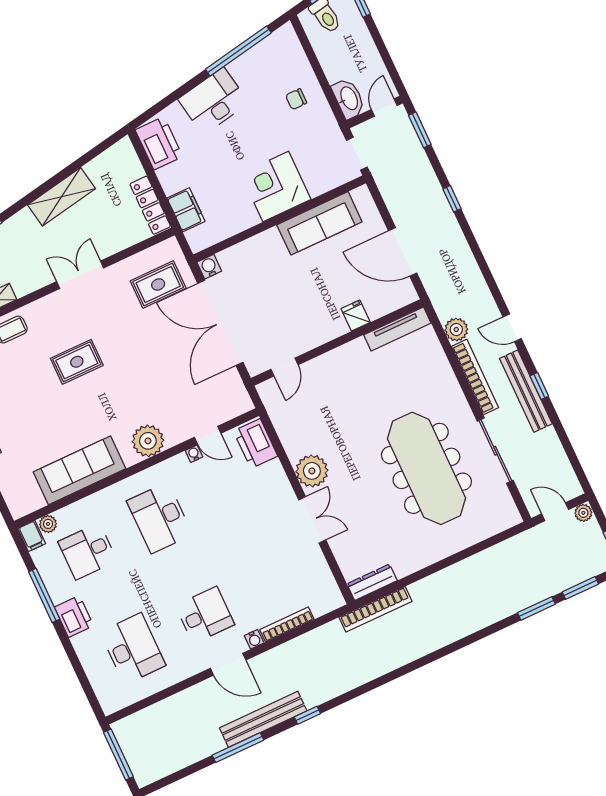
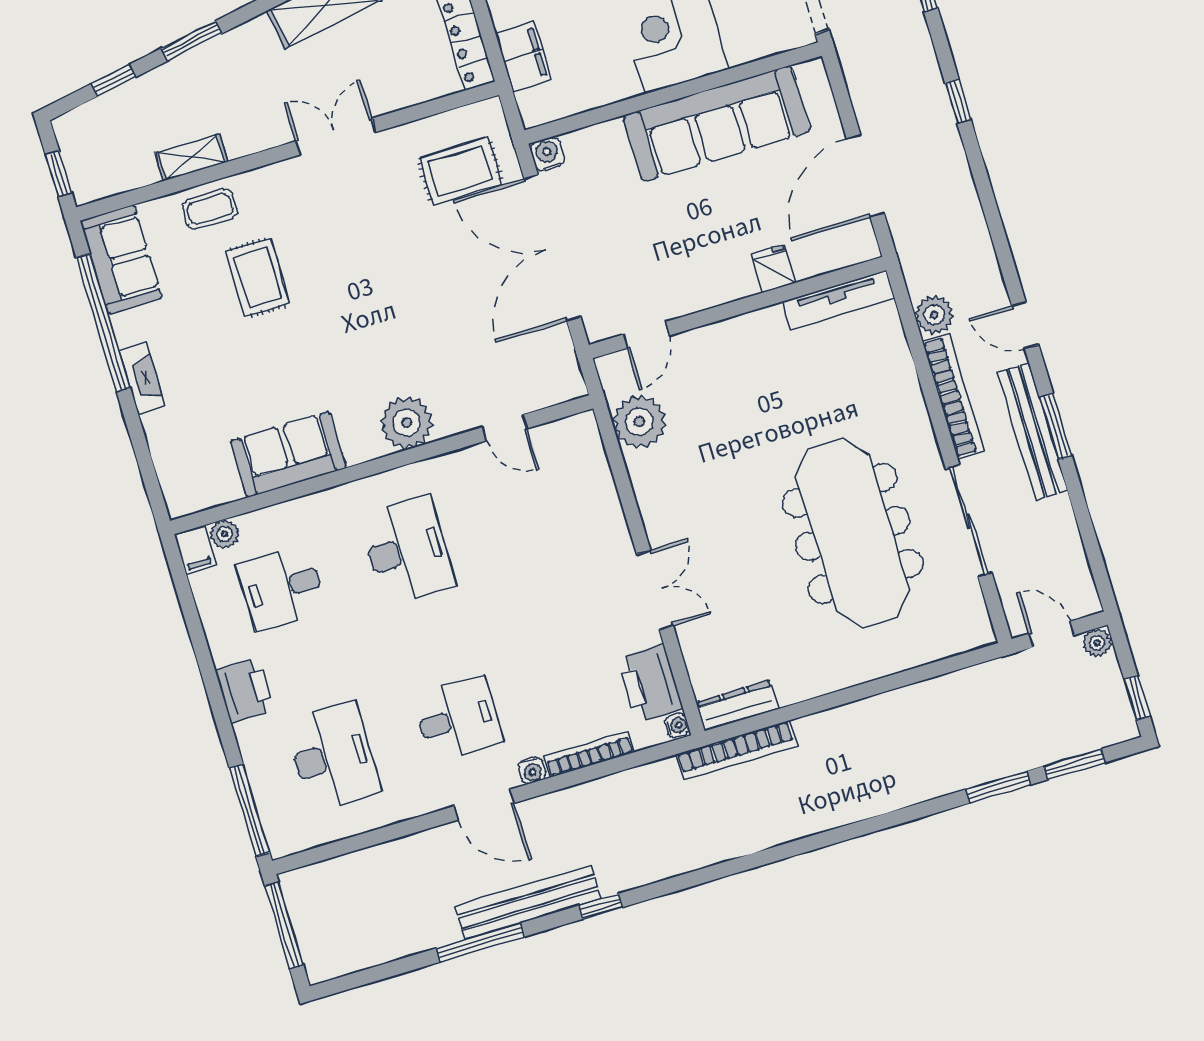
sofa: (319, 223) -> (717, 124), width x1.36, depth x1.27
door: (403, 252) -> (865, 176), hinge flipped
rug: (77, 362) -> (258, 278), moved, turned 90
window: (539, 386) -> (1056, 426), width x1.50
printer: (256, 444) -> (650, 684), moved
water cooler: (194, 454) -> (677, 725), moved, turned 90
sofa: (79, 470) -> (288, 454), width x0.73
plant: (312, 471) -> (639, 422), moved
desk: (160, 518) -> (407, 550), turned 180
window: (44, 595) -> (250, 810), moved

